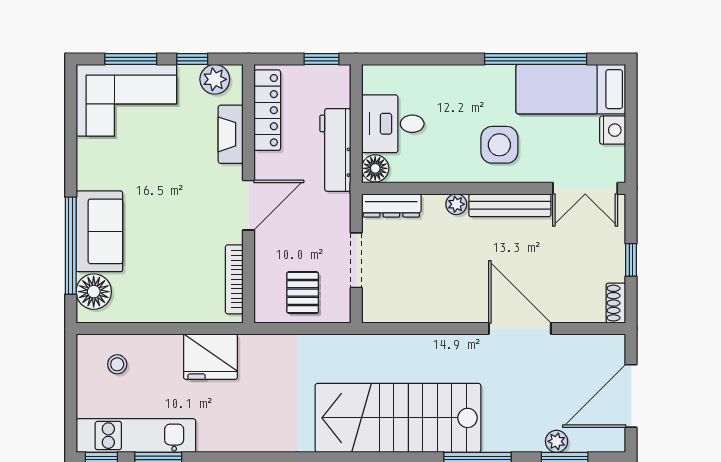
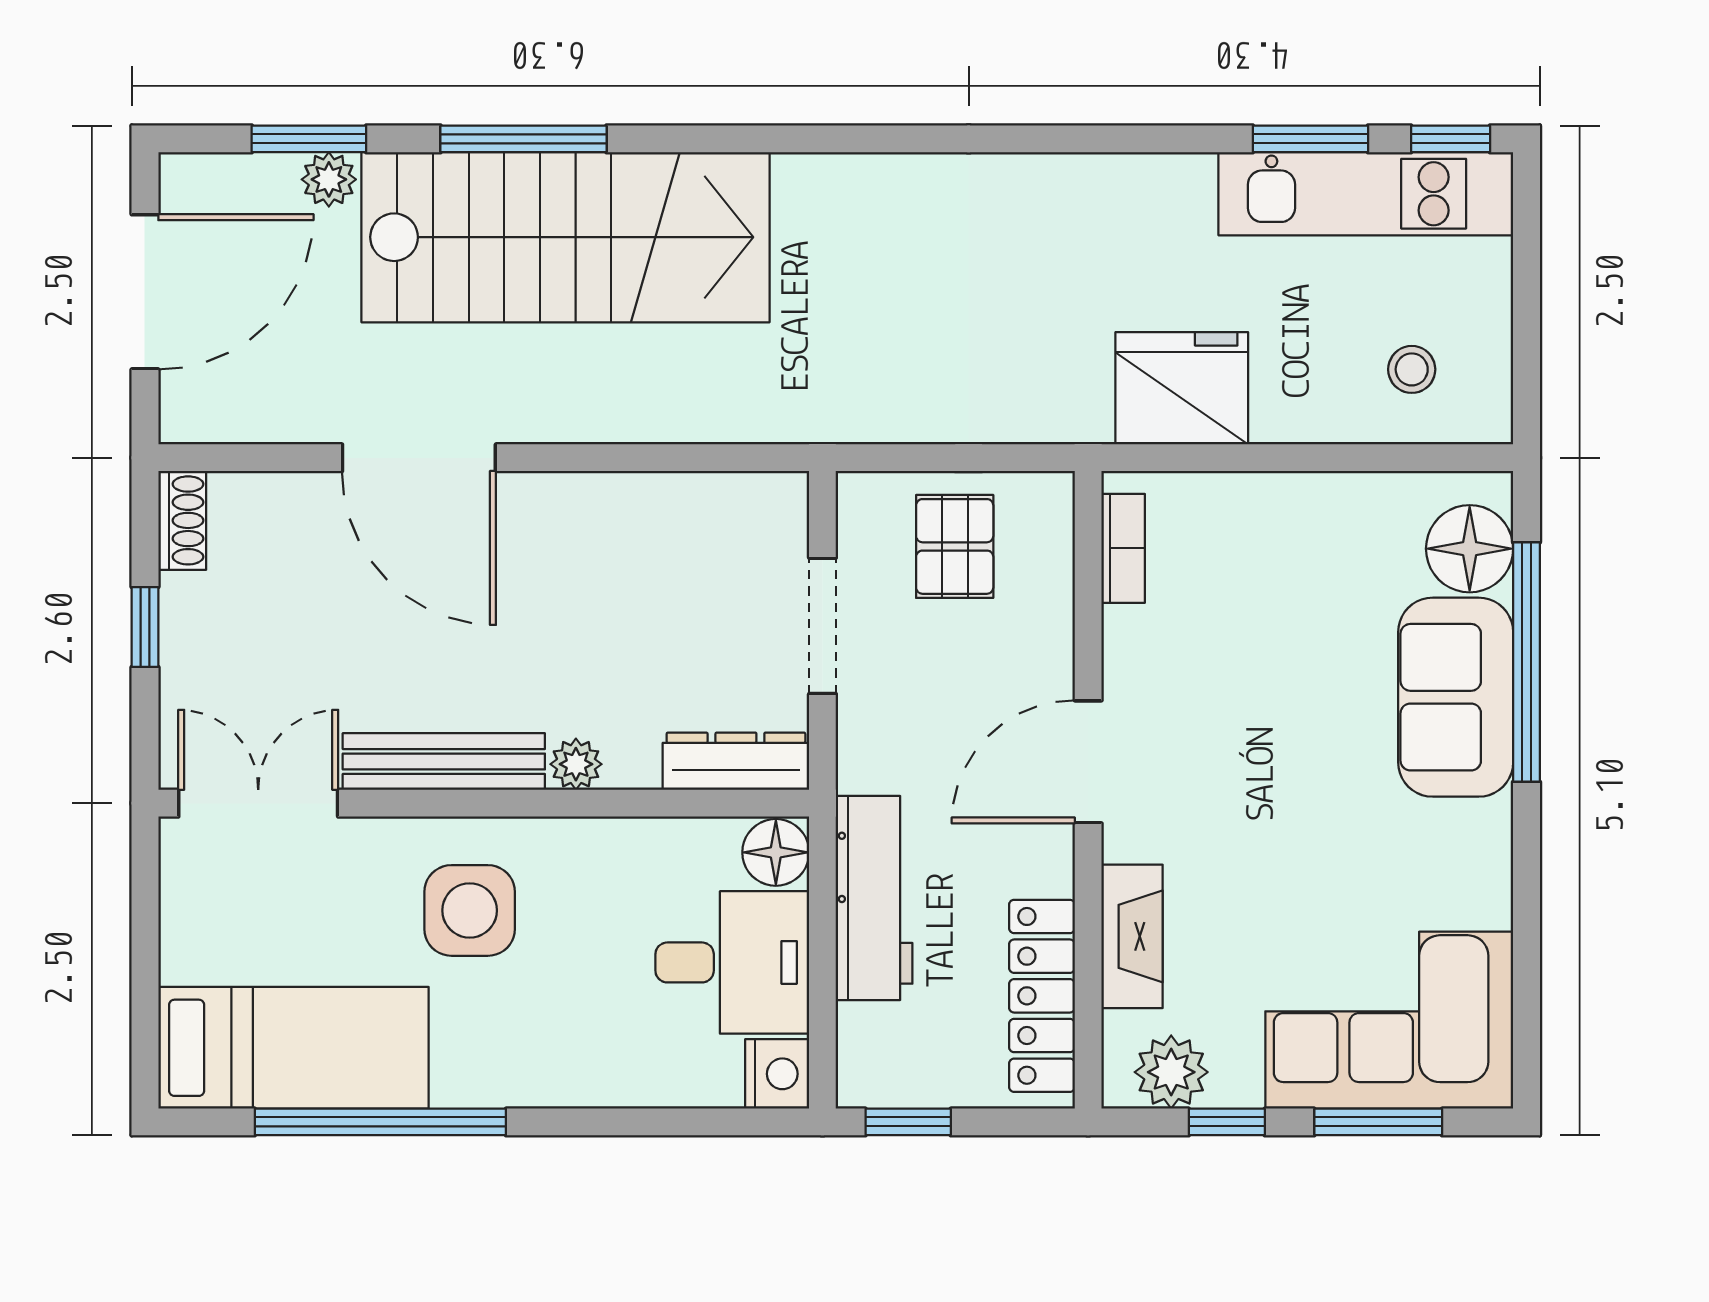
nightstand: (613, 130) -> (777, 1074), moved, turned 180
bookcase: (234, 279) -> (1123, 548), width x0.64
stairs: (398, 418) -> (566, 237), moved

